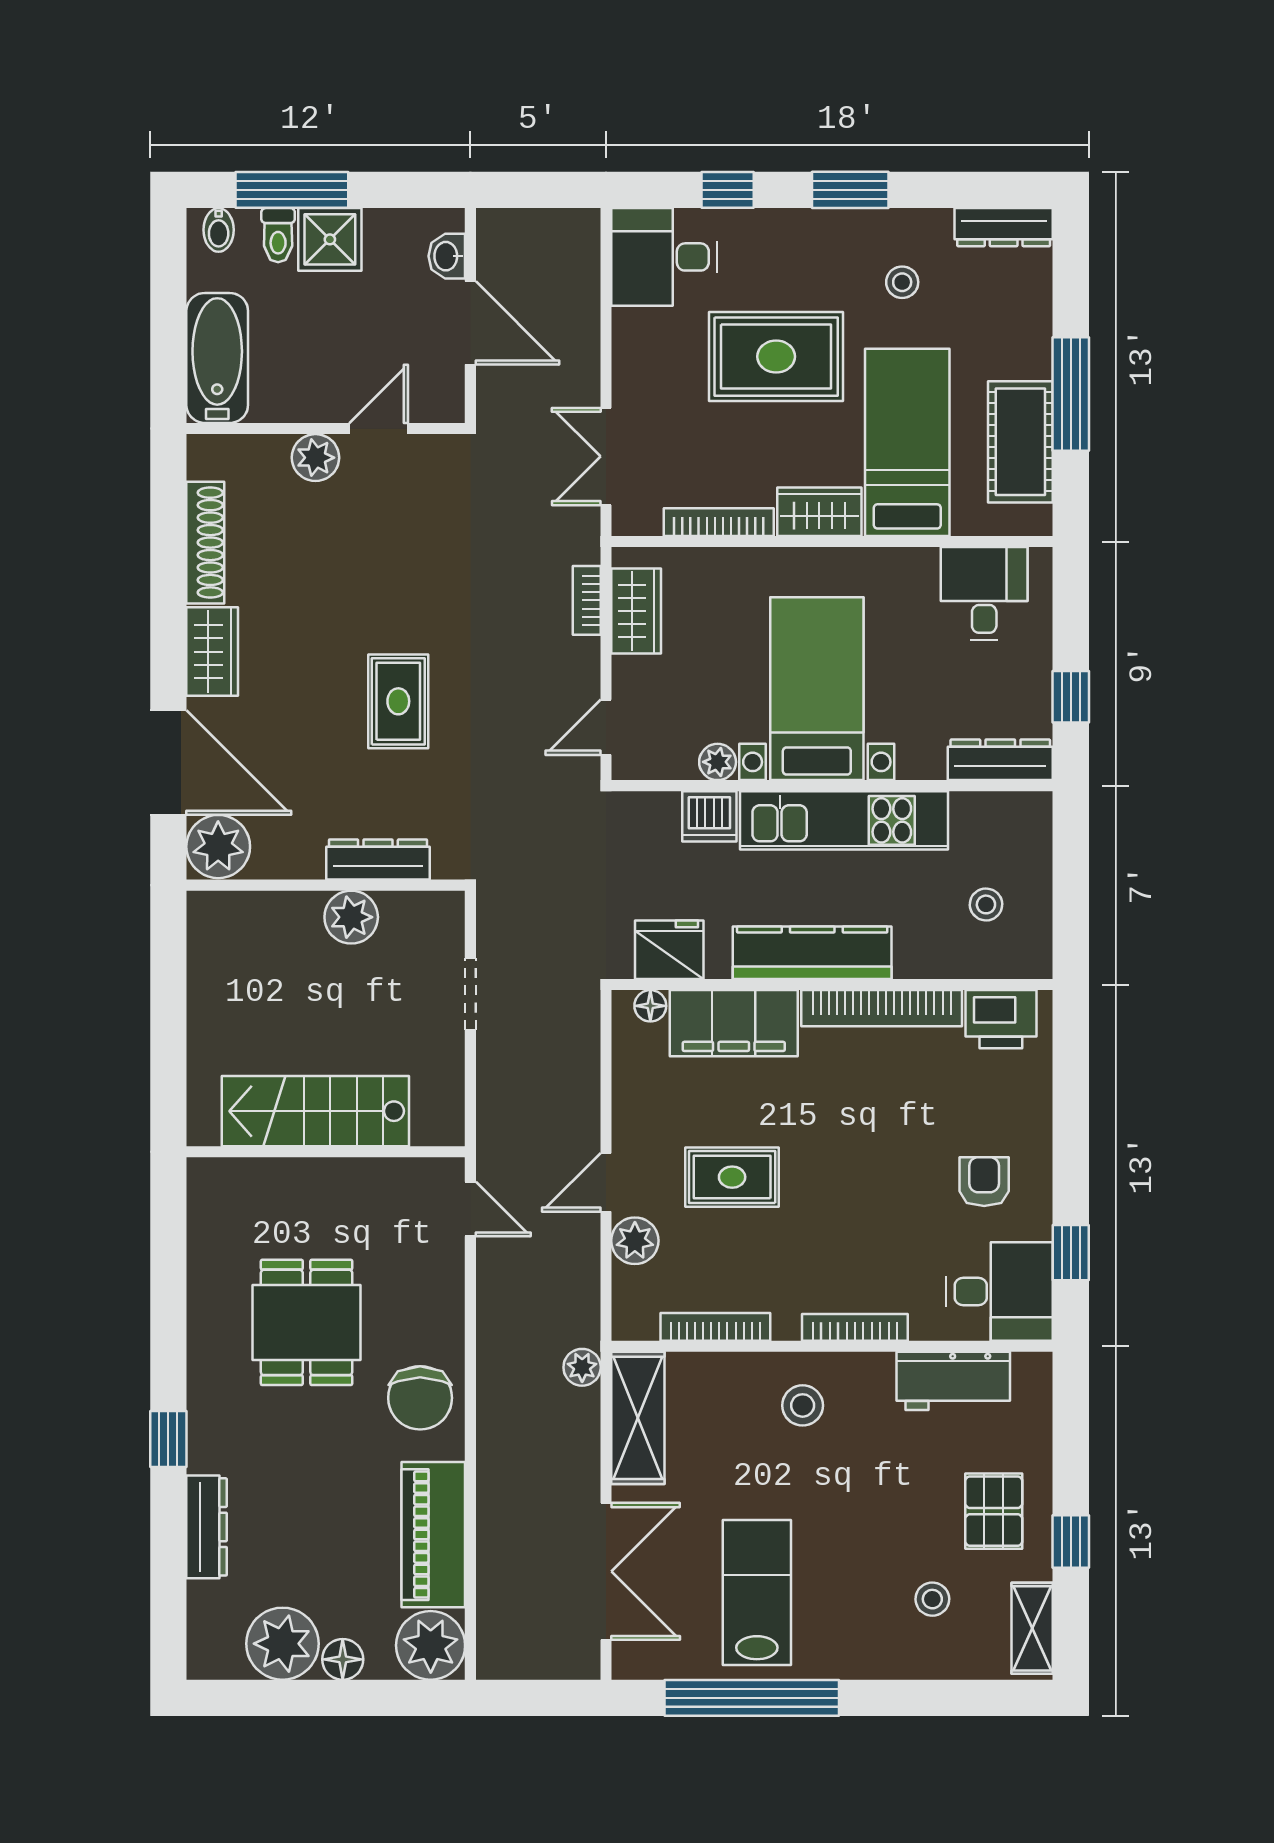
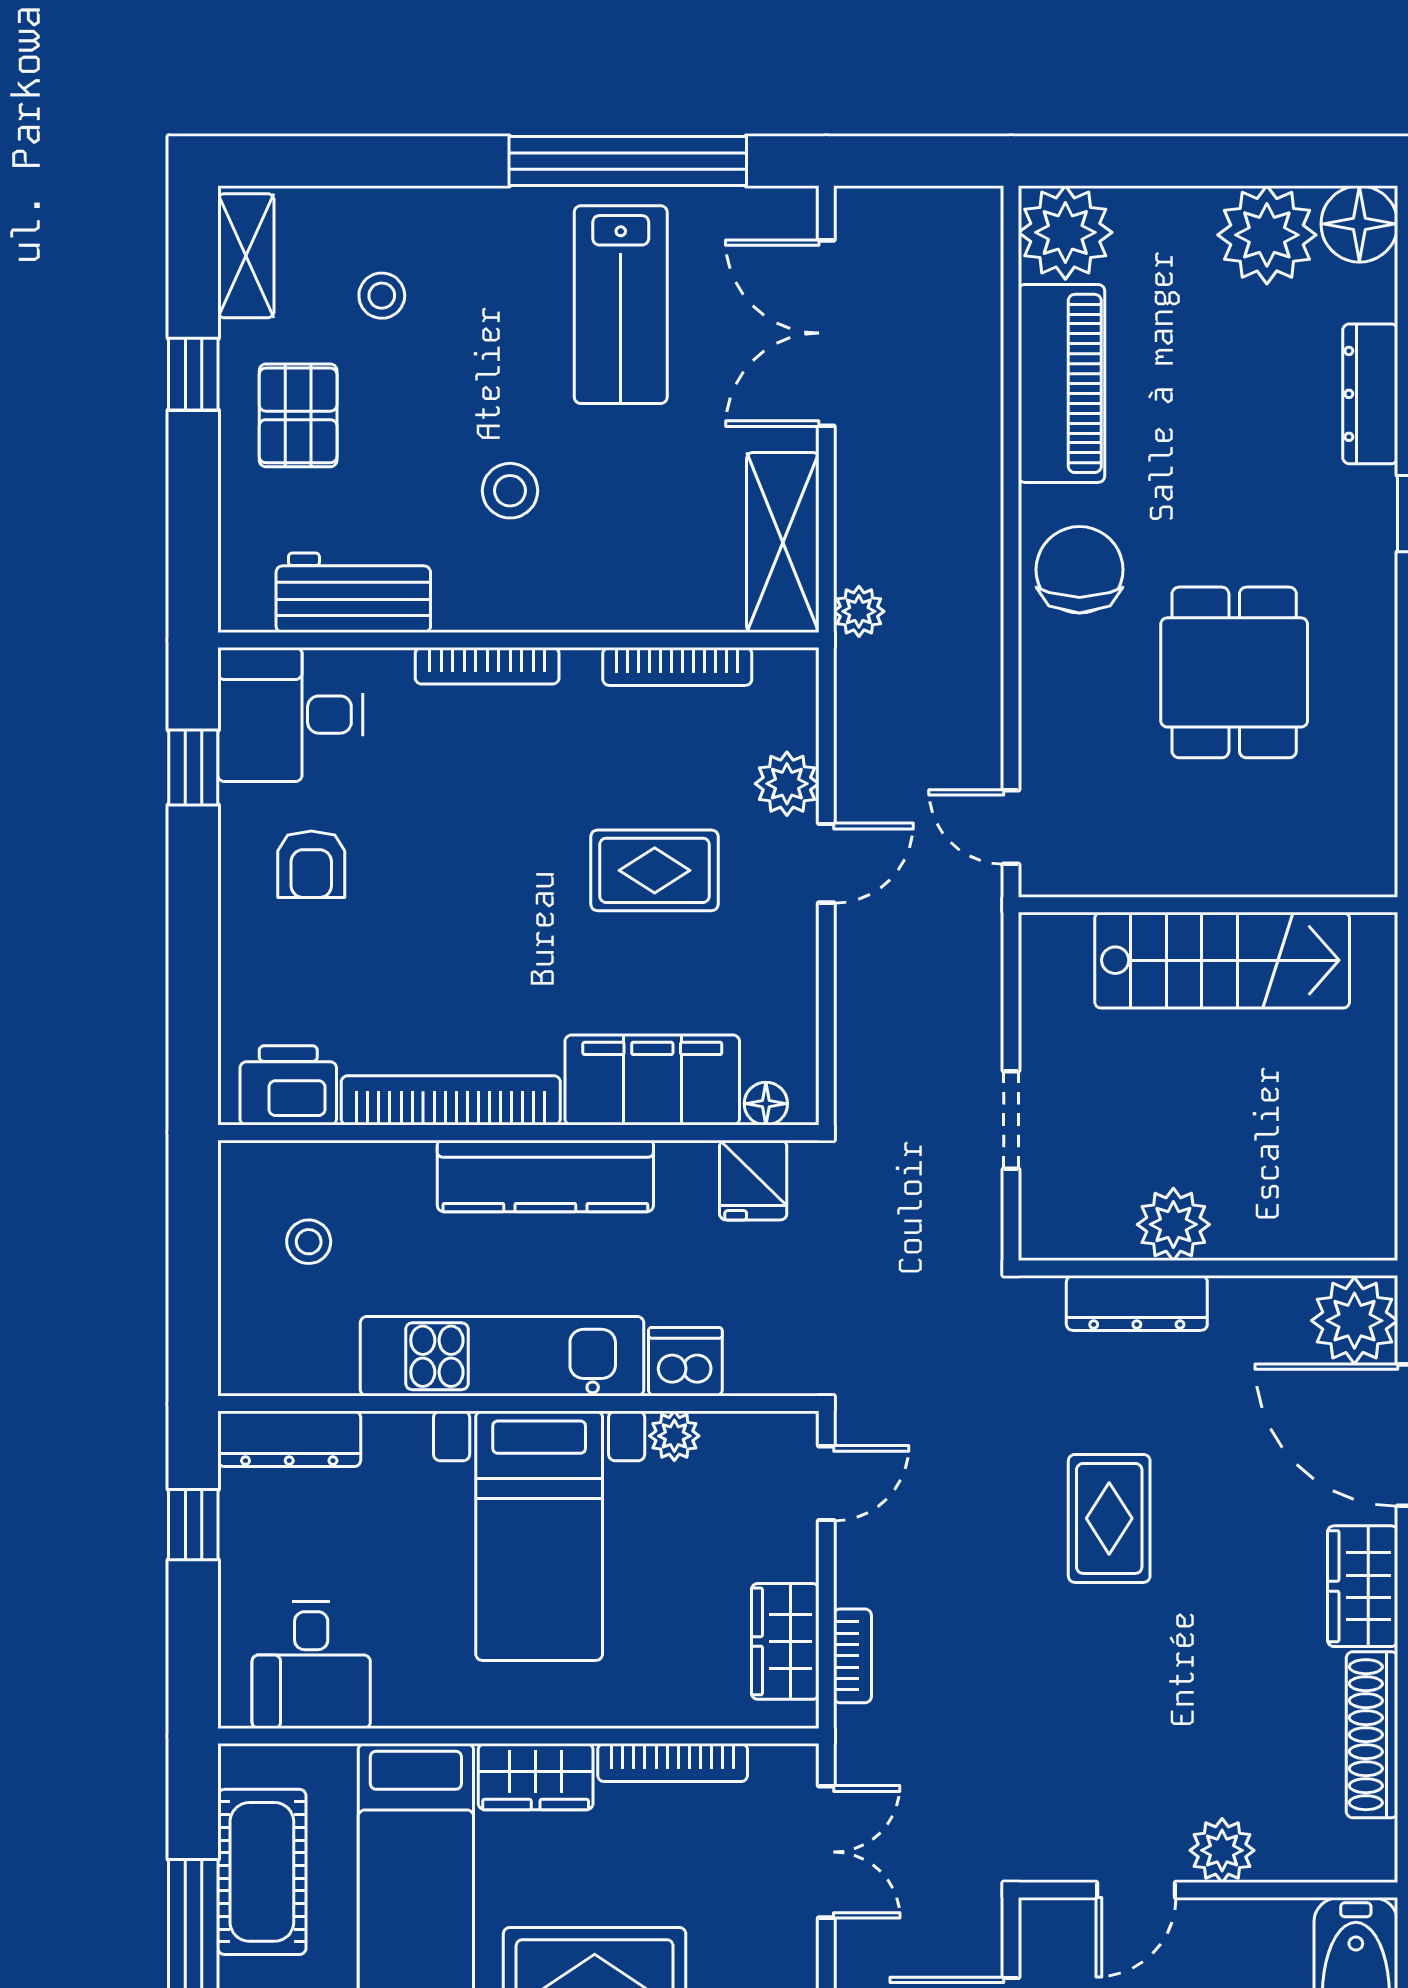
fridge: (669, 950) -> (753, 1180), width x0.72
stool: (803, 1405) -> (510, 491), moved
floor lamp: (343, 1659) -> (1359, 224), moved, width x1.38, depth x1.38

